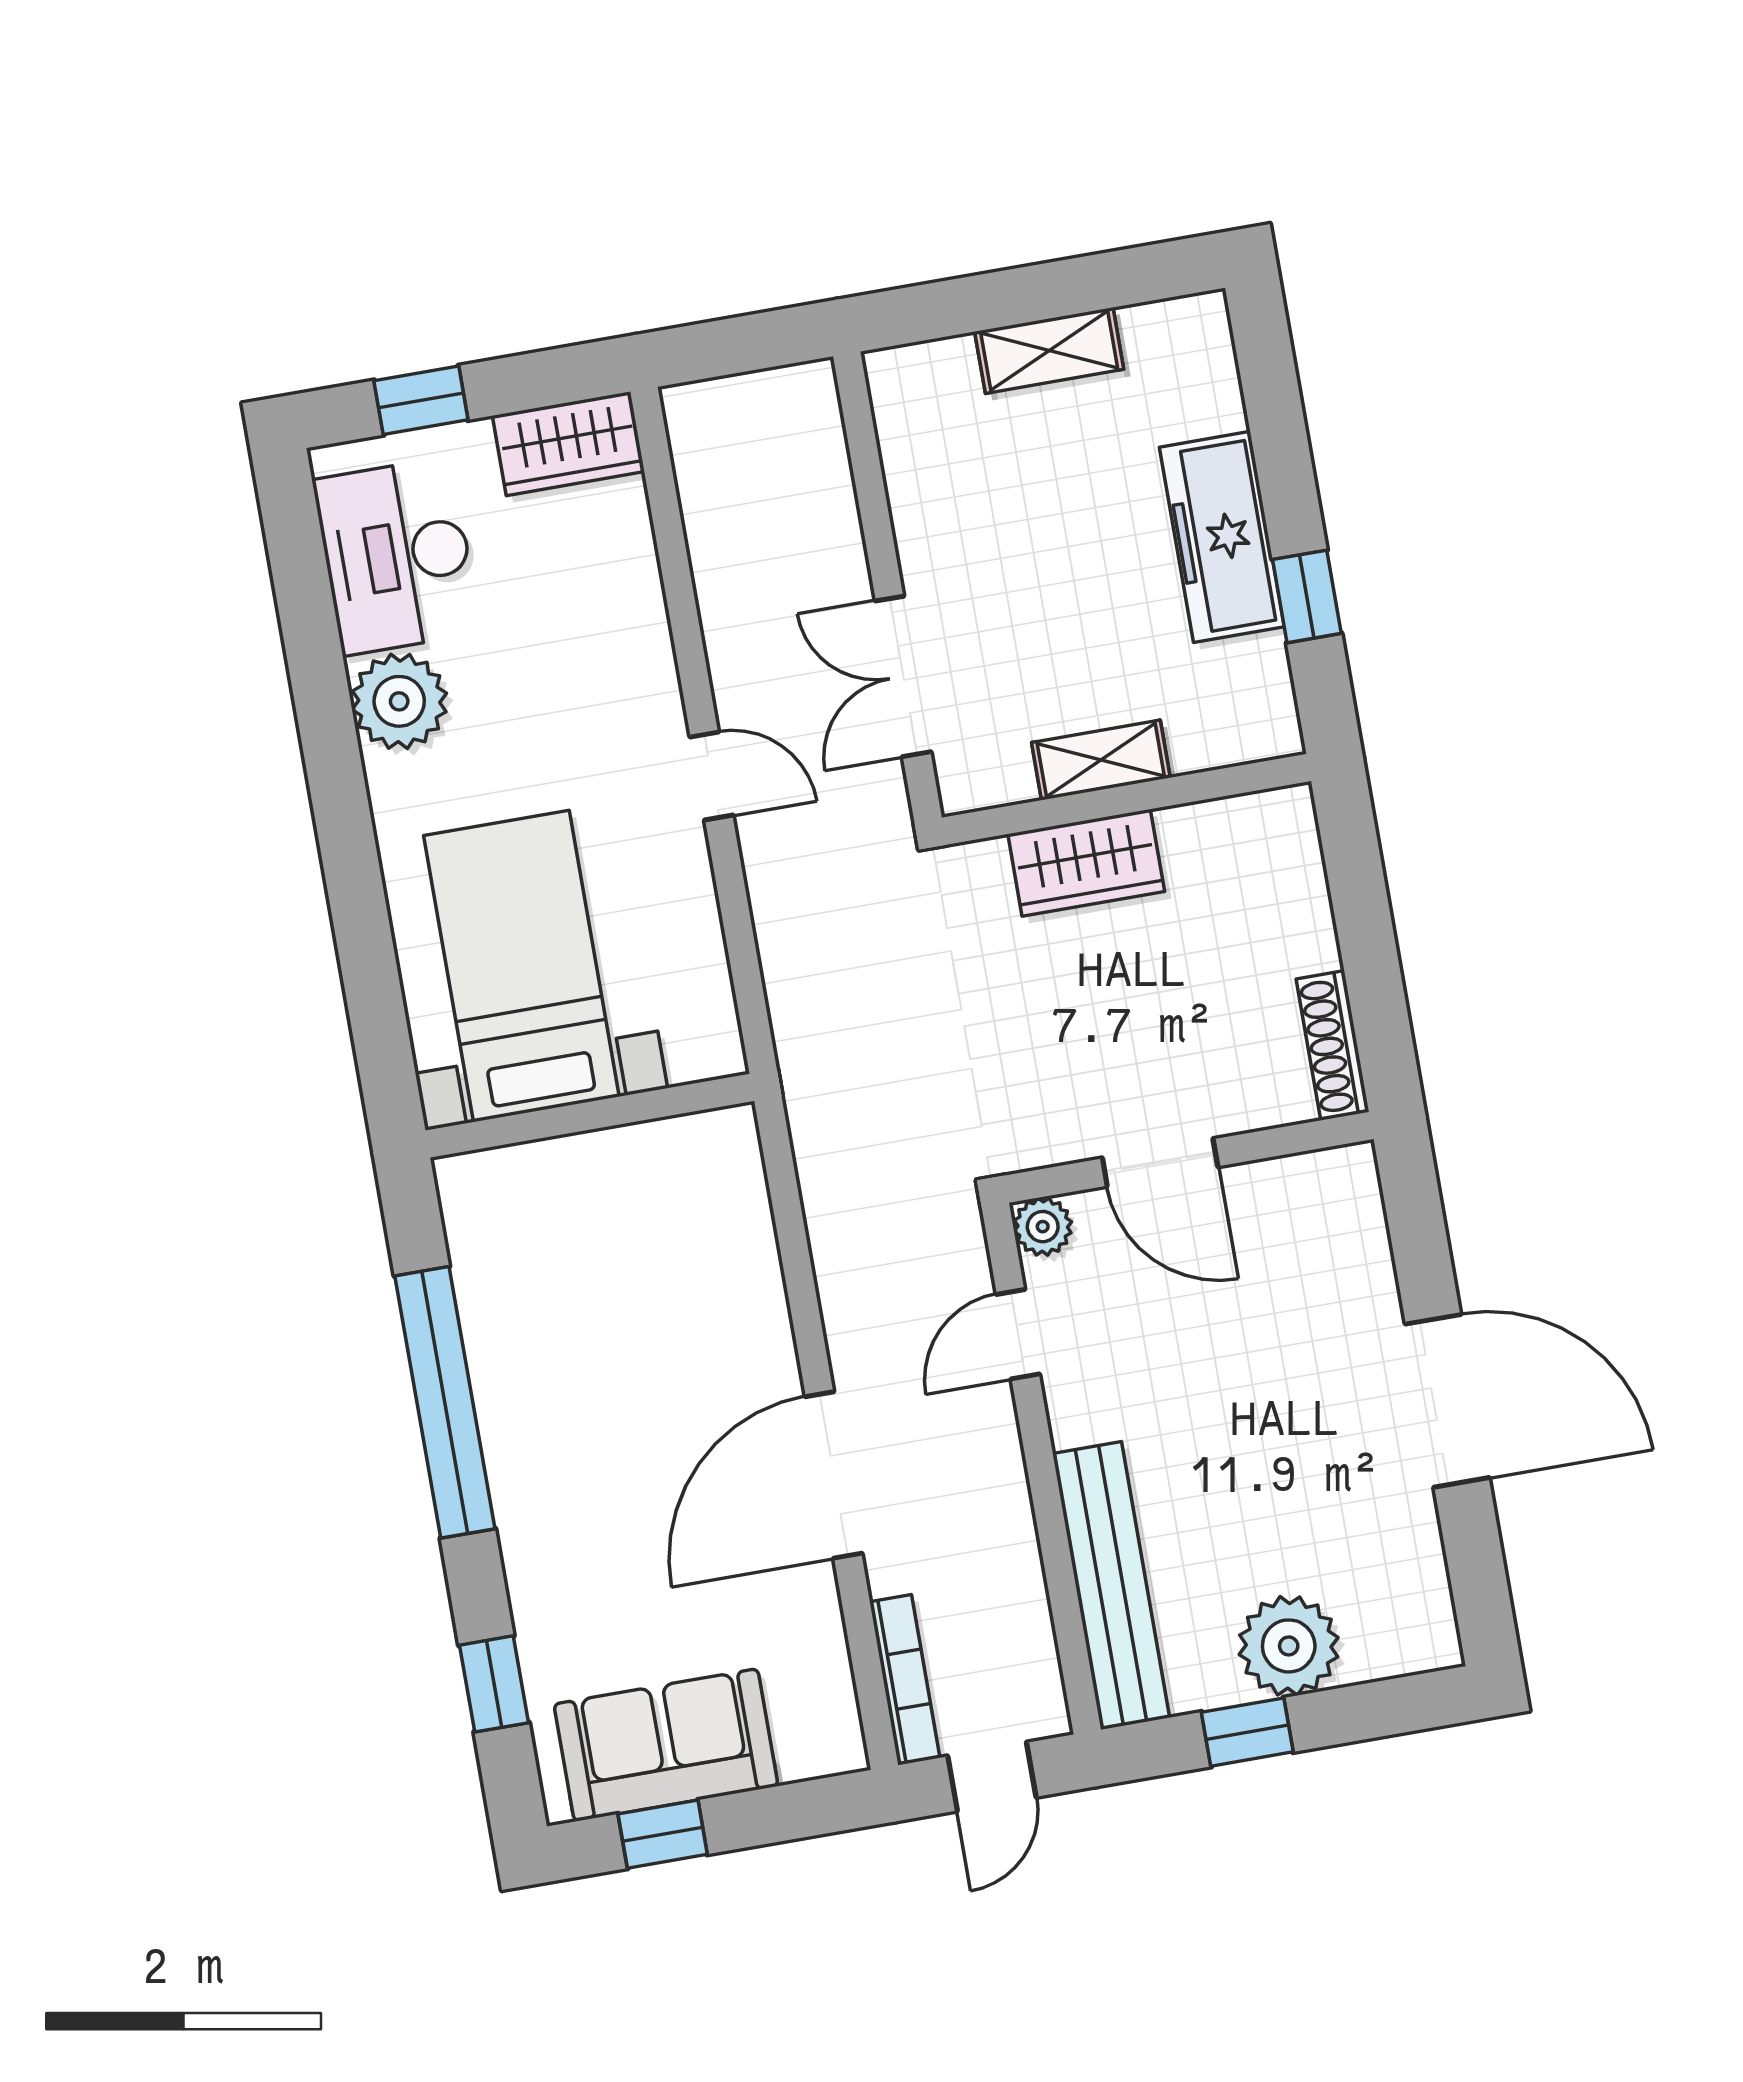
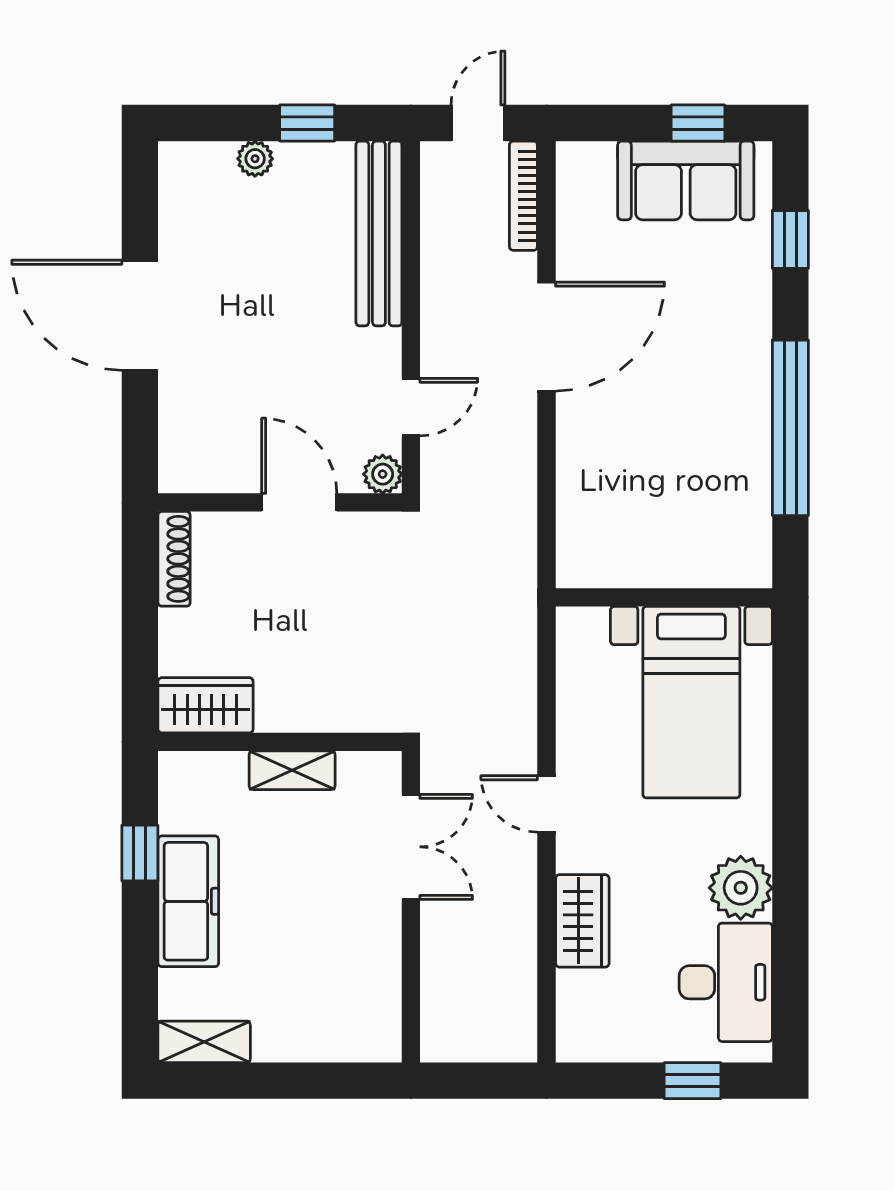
shelving: (1049, 350) -> (204, 1042), moved
wardrobe: (568, 444) -> (582, 921), moved, turned 90
wardrobe: (1086, 863) -> (206, 705), moved
plant: (1289, 1646) -> (255, 159), width x0.53, depth x0.53

